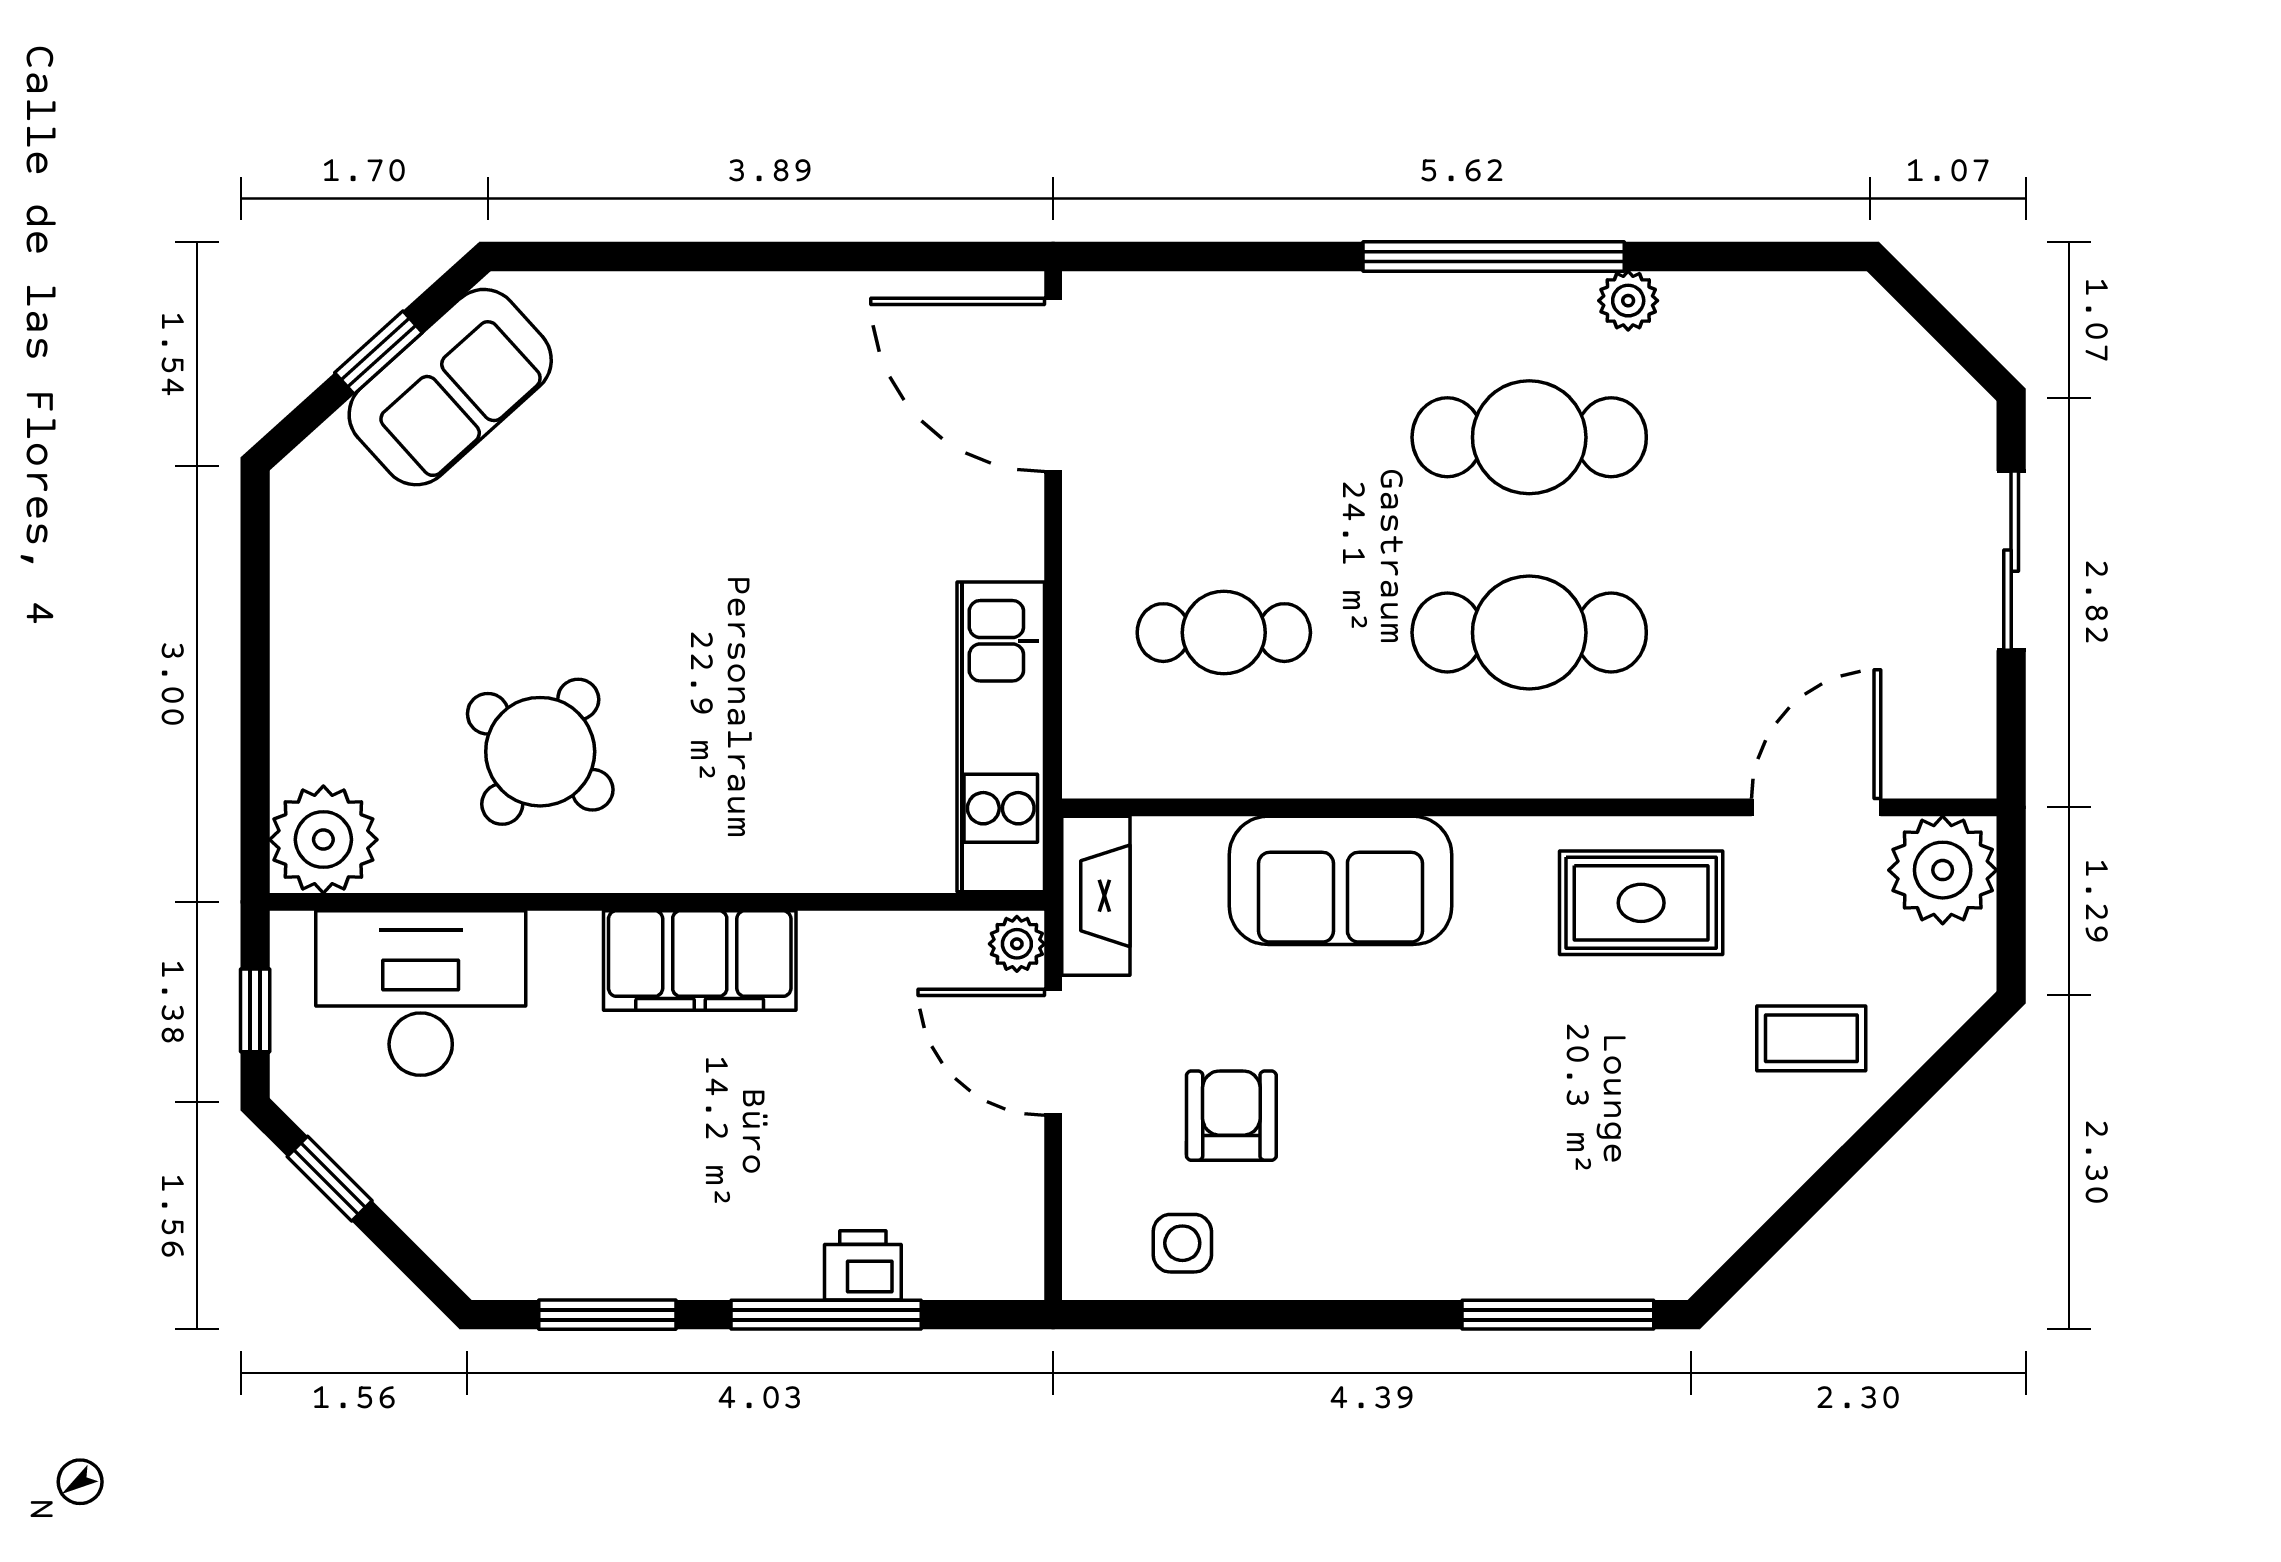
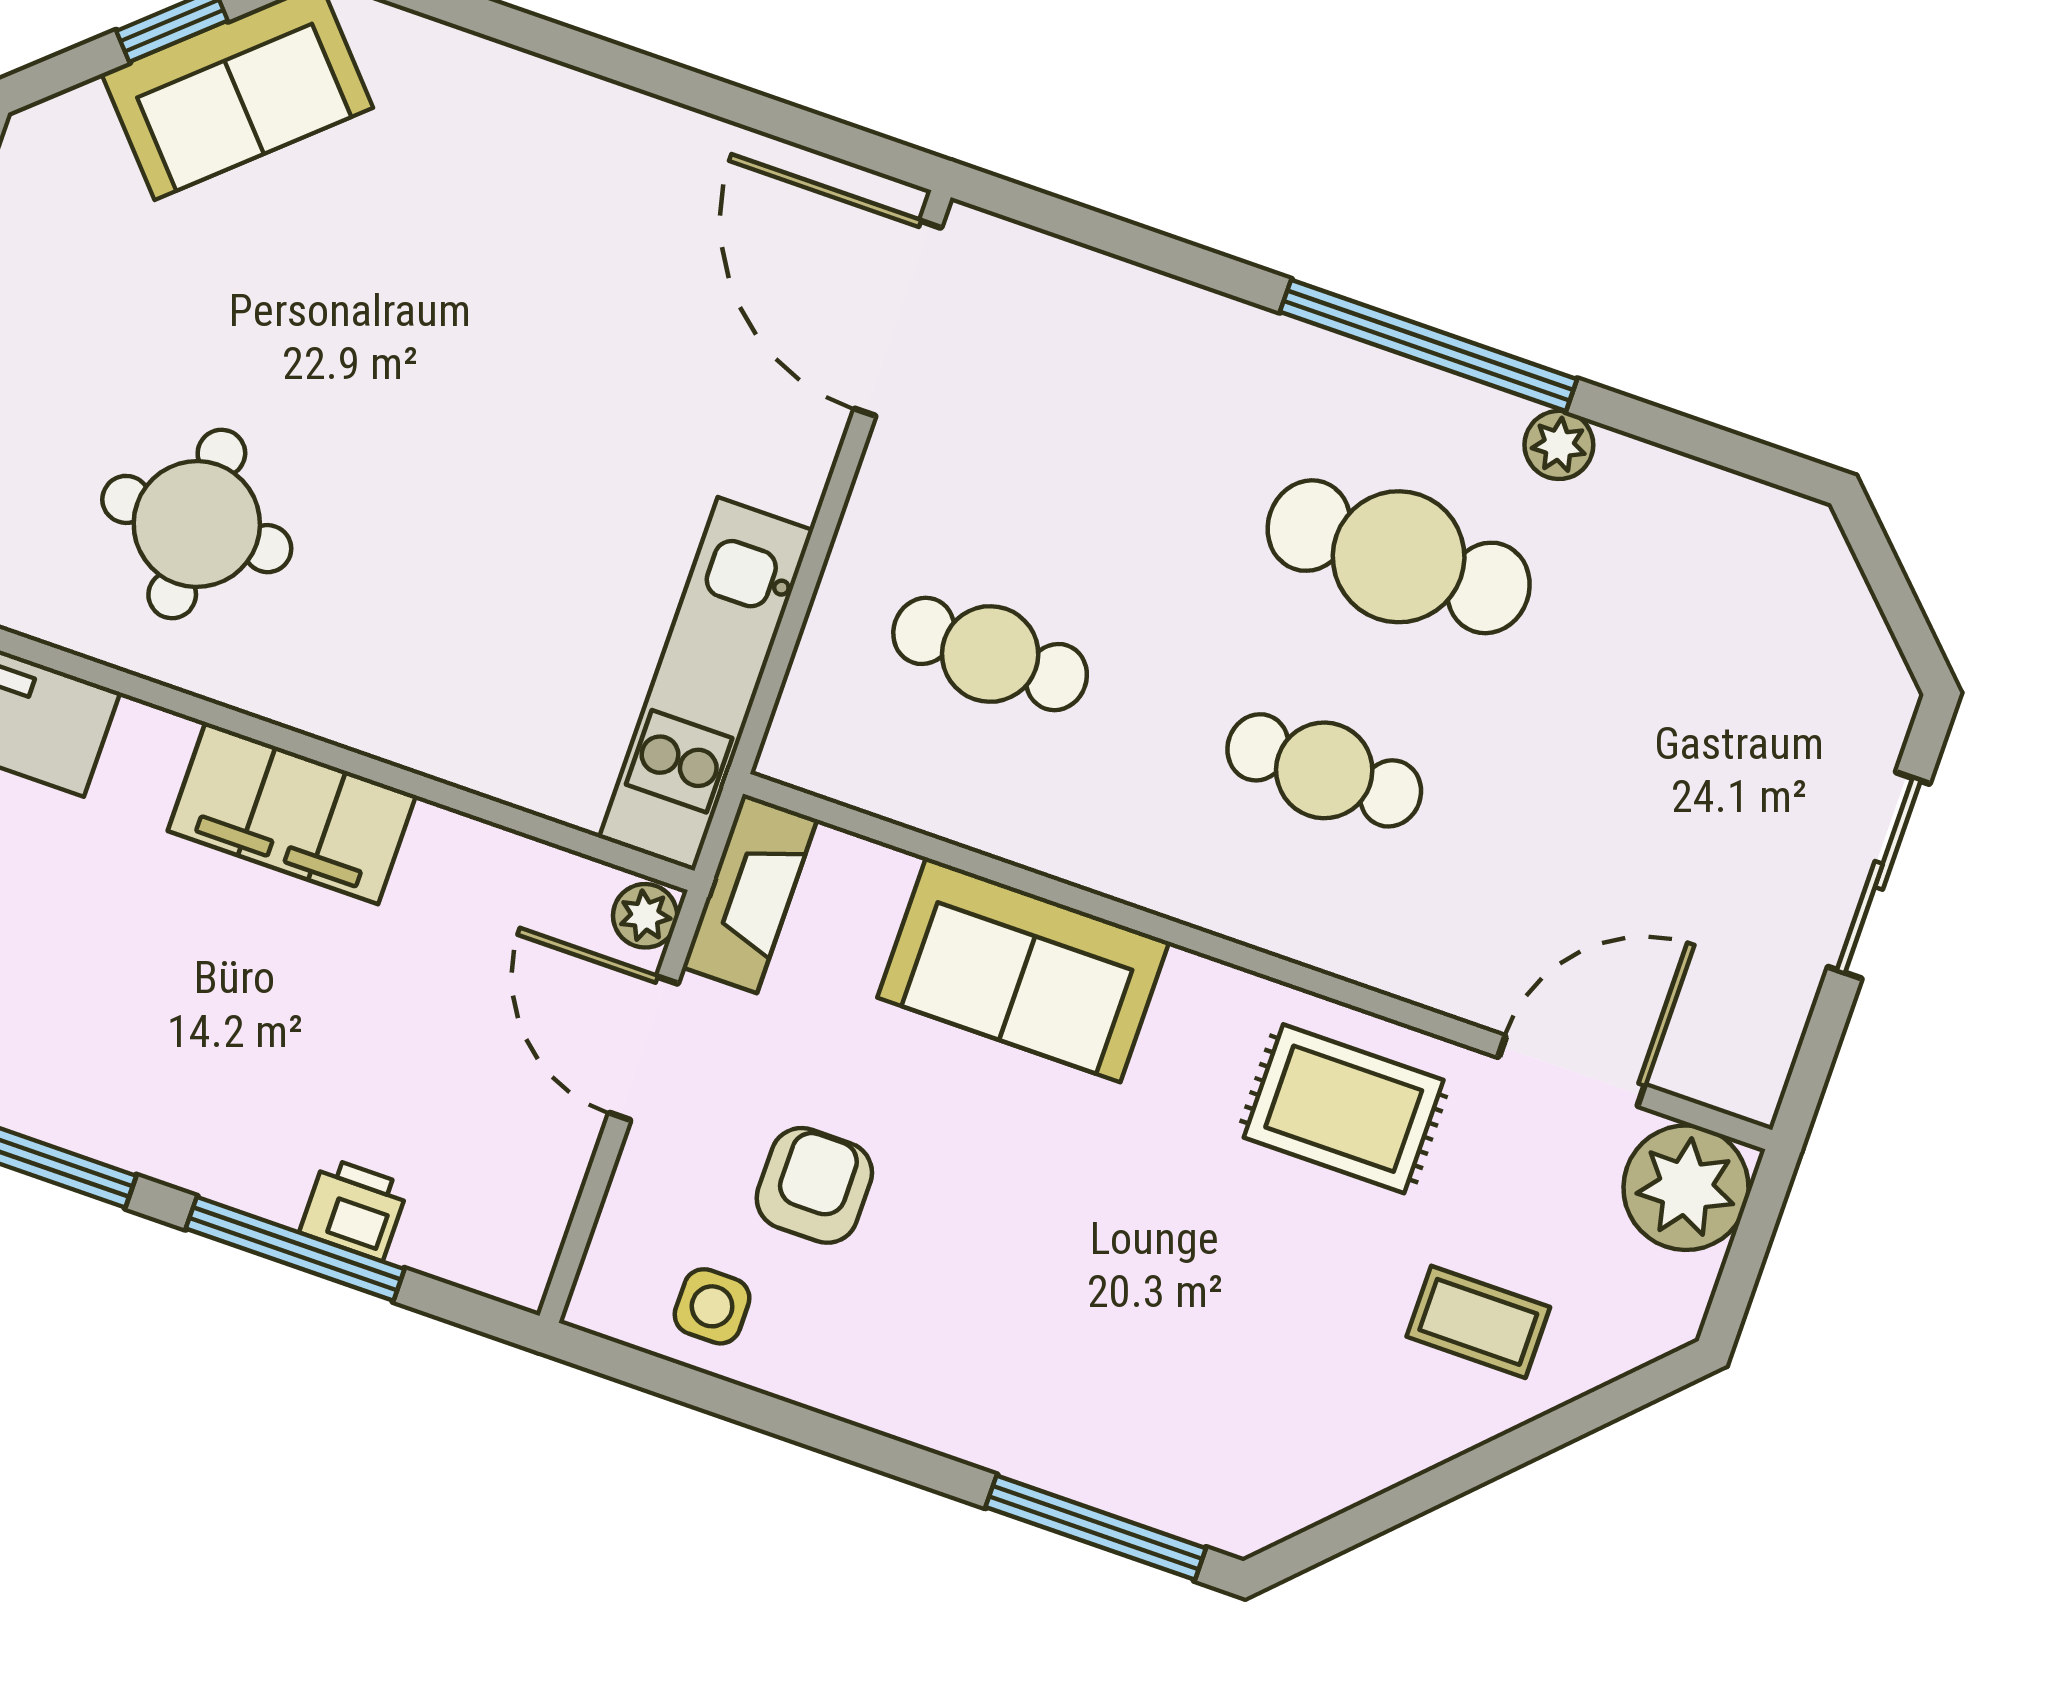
cafe table: (1529, 633) -> (1324, 770), width x0.73, depth x0.74
round table: (540, 752) -> (197, 524), turned -36

